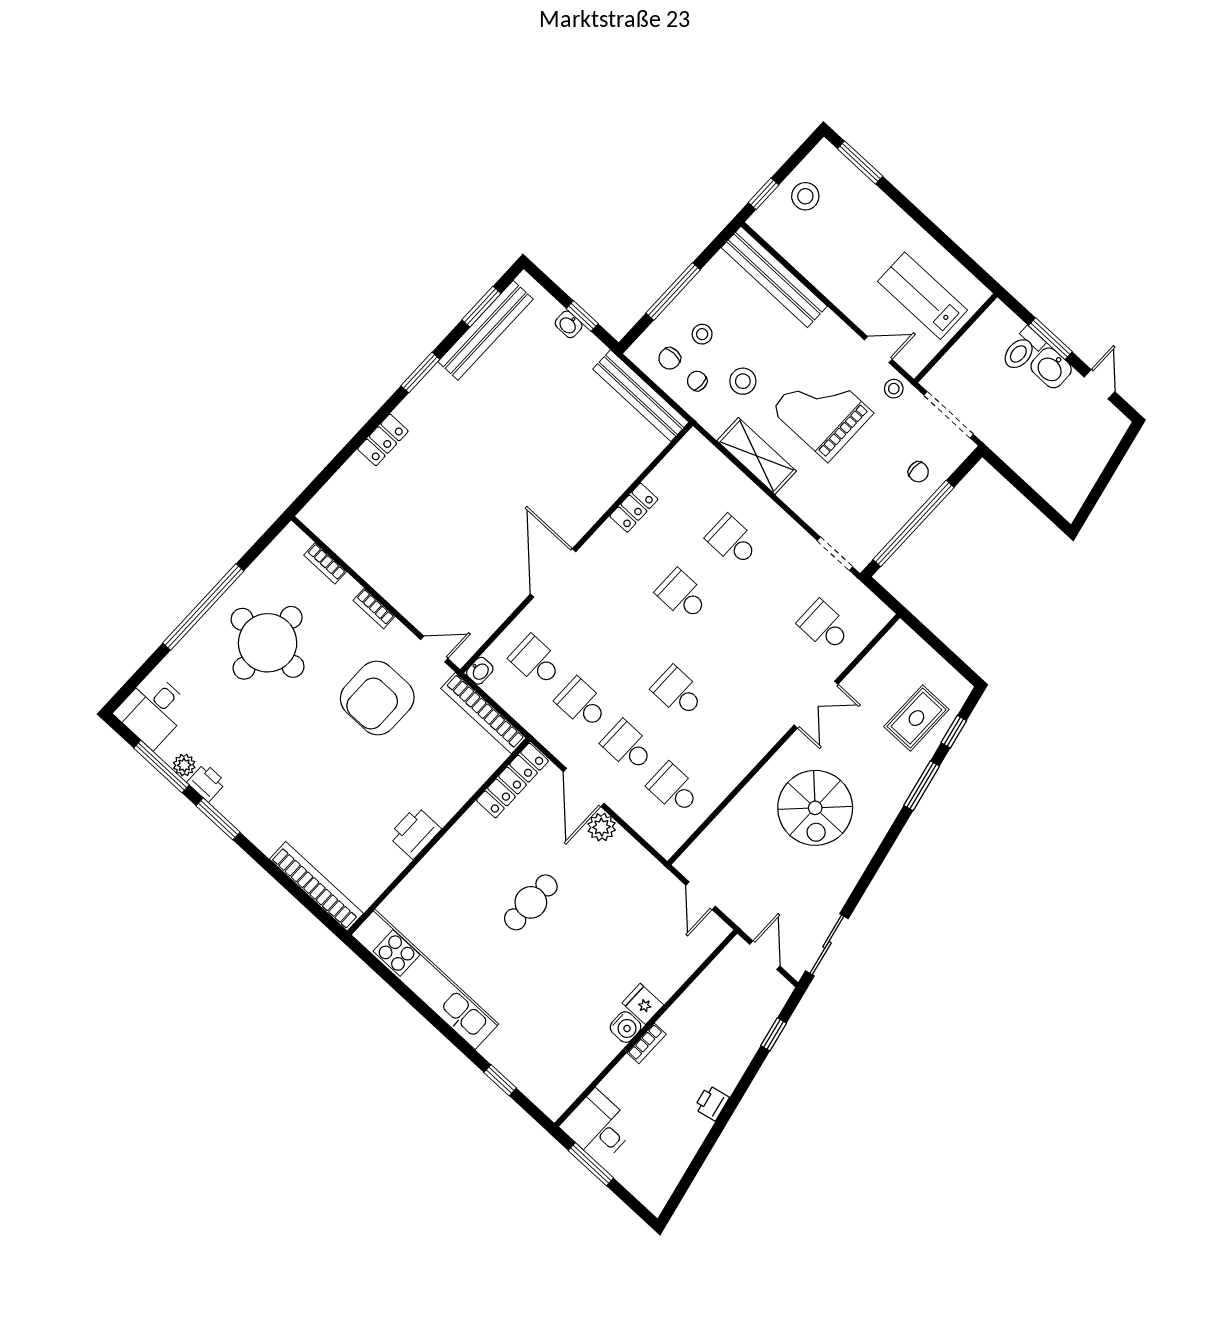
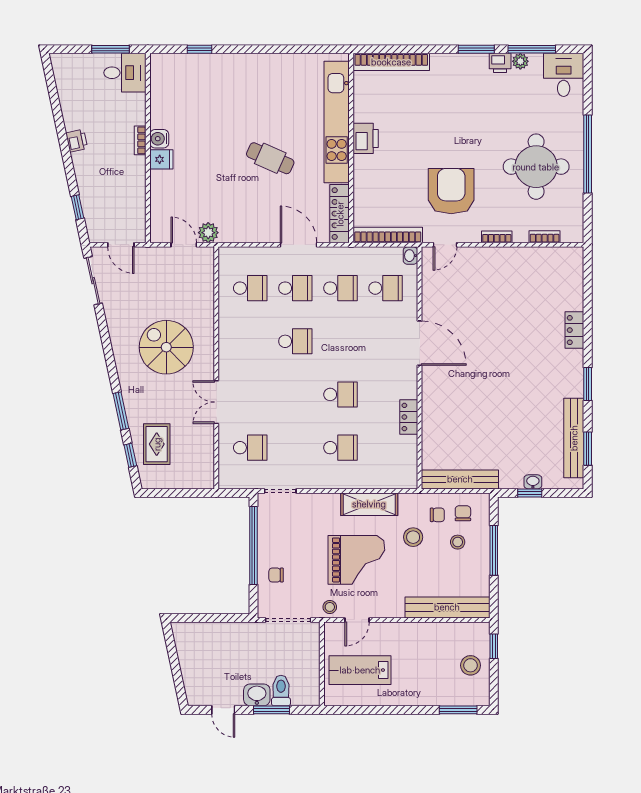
lab bench: (922, 296) -> (360, 670), turned 180
plant: (602, 827) -> (208, 233), moved
cafe table: (531, 902) -> (270, 158), turned -66
kitchen unit: (425, 979) -> (337, 122), moved, turned 90

